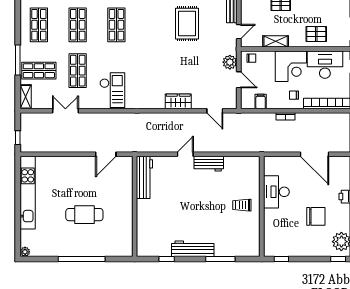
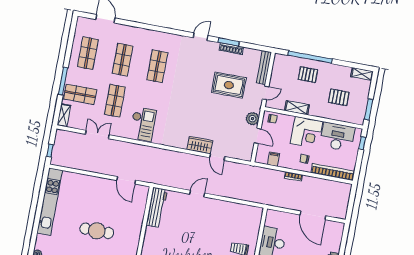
rug: (187, 24) -> (229, 85), moved, turned 90
pallet: (316, 34) -> (339, 97), moved
door: (215, 111) -> (217, 157), moved
door: (106, 154) -> (126, 180), hinge flipped
workbench: (209, 164) -> (217, 206), removed

